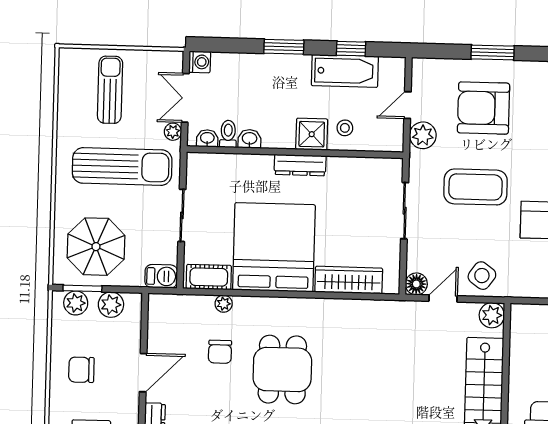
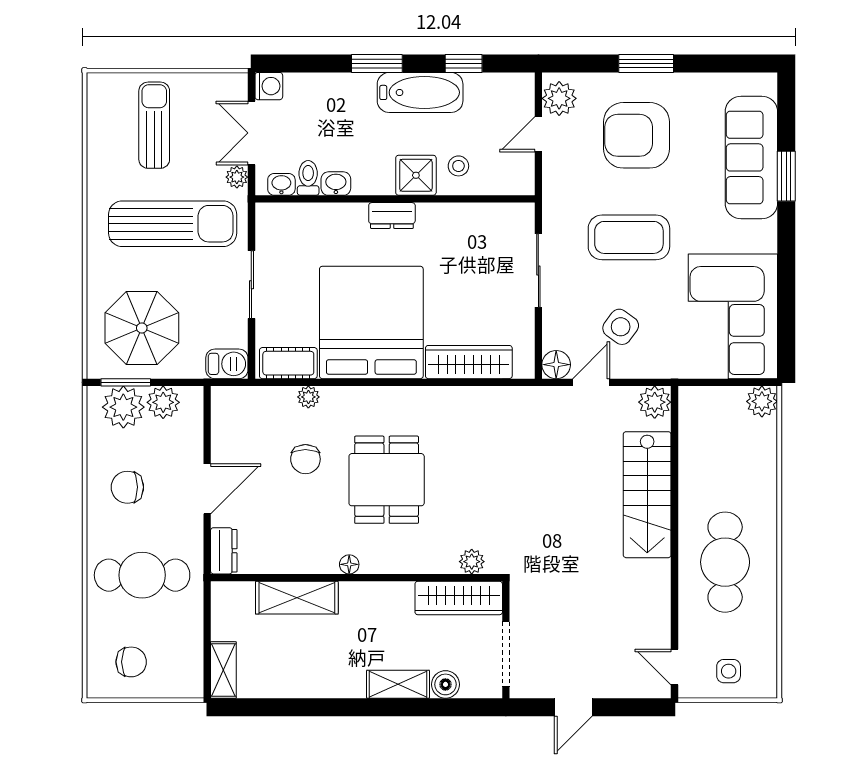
bathtub: (345, 71) -> (420, 92), moved
plant: (423, 135) -> (559, 98), moved
dresser: (300, 165) -> (392, 215), width x0.70
side table: (482, 276) -> (621, 327), moved
plant: (76, 303) -> (123, 407), width x1.36, depth x1.36

